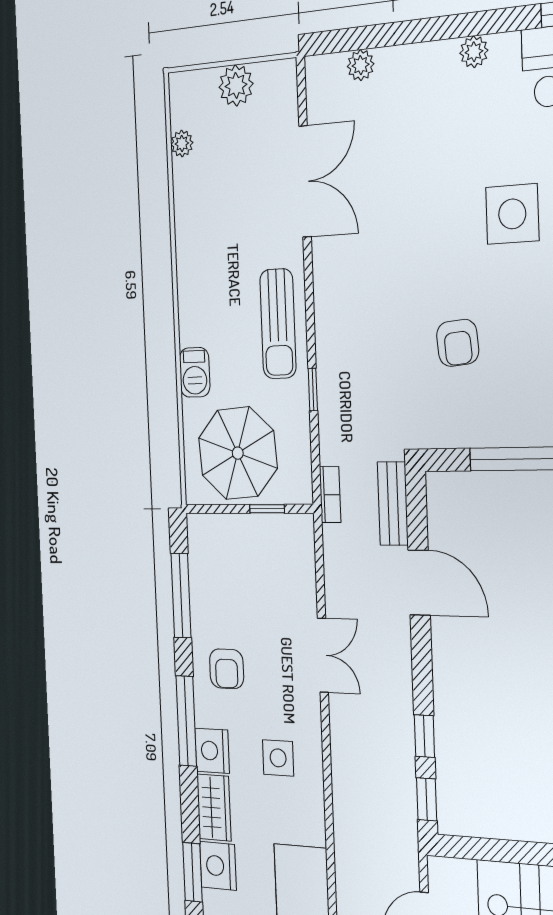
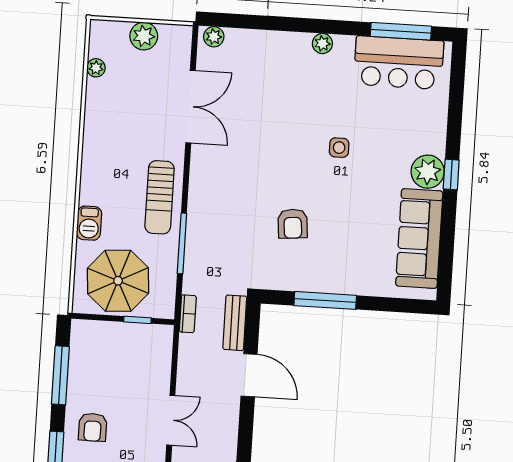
plant: (361, 65) -> (214, 37), moved
side table: (512, 214) -> (339, 148), width x0.54, depth x0.54
window: (313, 390) -> (182, 243), width x2.17

